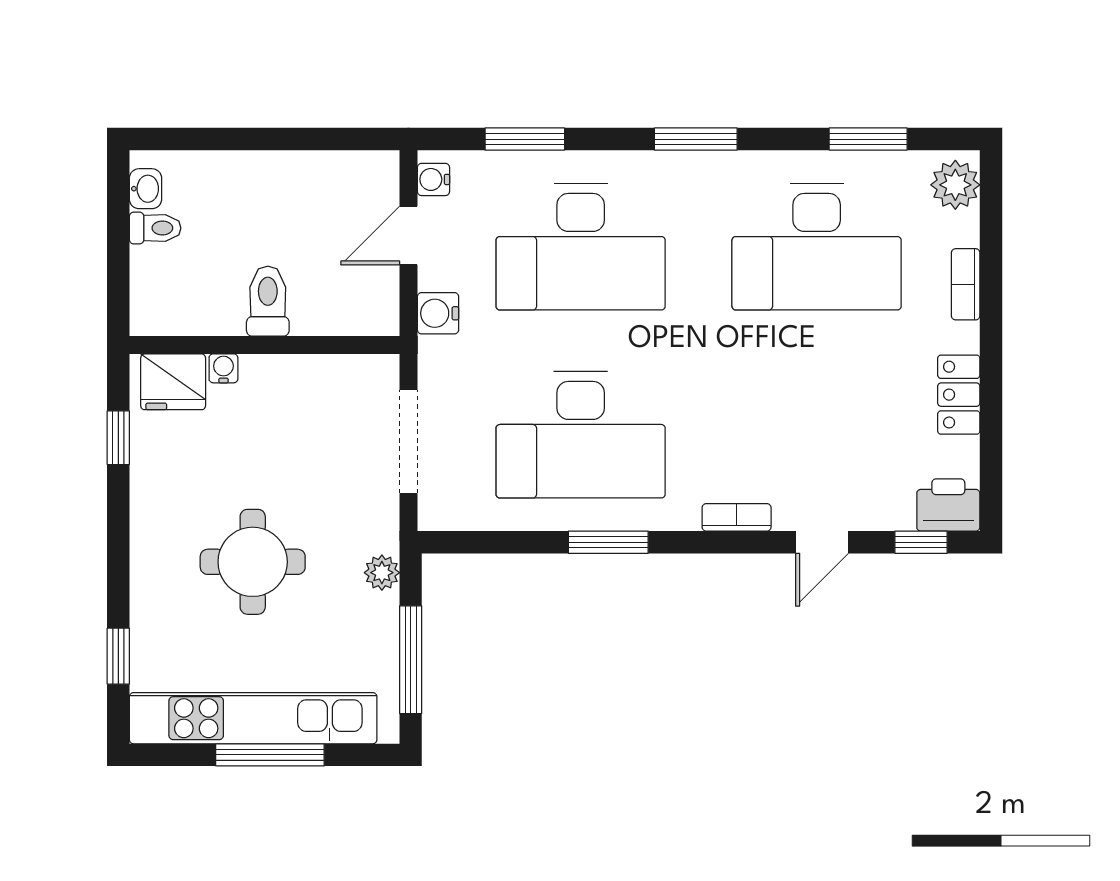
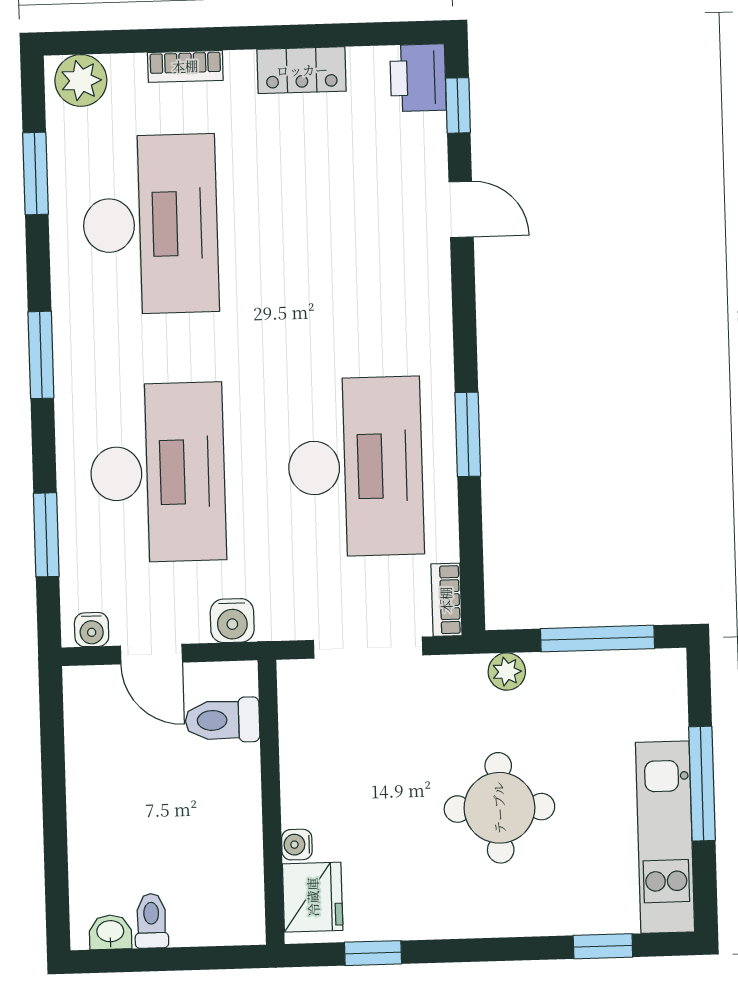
toilet: (268, 301) -> (222, 720), moved
bookcase: (737, 517) -> (446, 600), moved
kitchen unit: (253, 718) -> (665, 837), width x0.73

